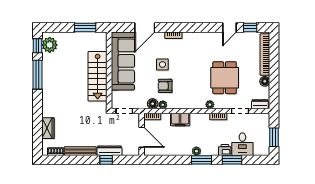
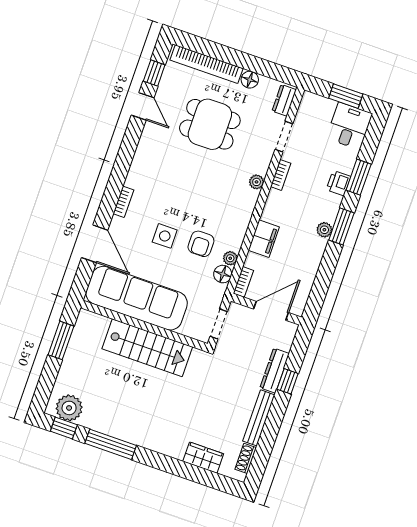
dining table: (225, 78) -> (210, 124), moved
desk: (242, 144) -> (349, 126), moved, turned -90

